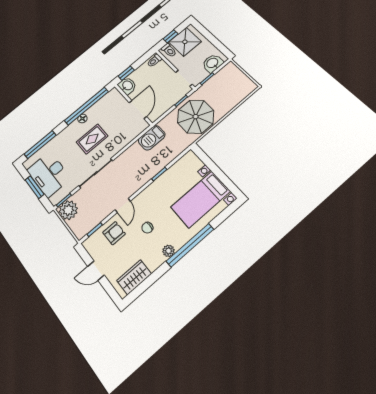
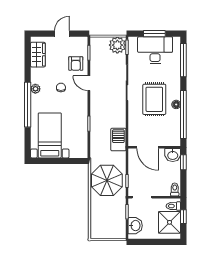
rug: (92, 139) -> (154, 99), width x1.36, depth x1.43

